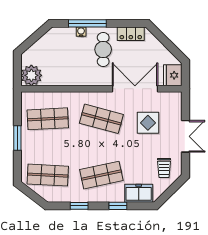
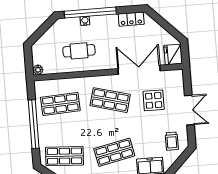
window: (87, 23) -> (90, 13), width x1.46
cafe table: (103, 49) -> (79, 51), moved, turned 90
plant: (31, 75) -> (38, 70), width x0.53, depth x0.53
window: (17, 138) -> (34, 124), width x2.11

